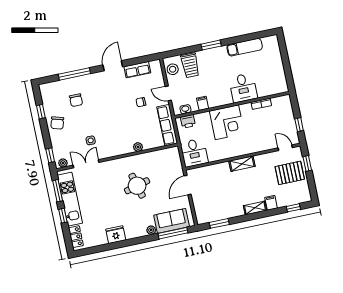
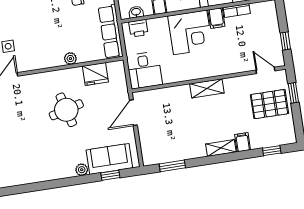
filing cabinet: (246, 110) -> (216, 18), added
window: (173, 233) -> (110, 175), width x0.46
fridge: (116, 235) -> (95, 74), moved, turned 180

